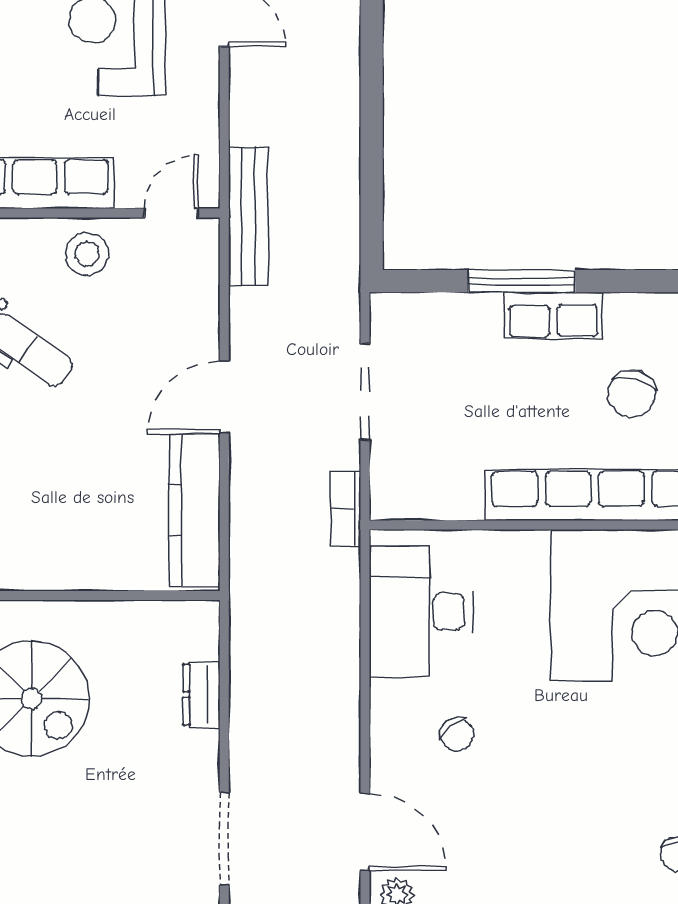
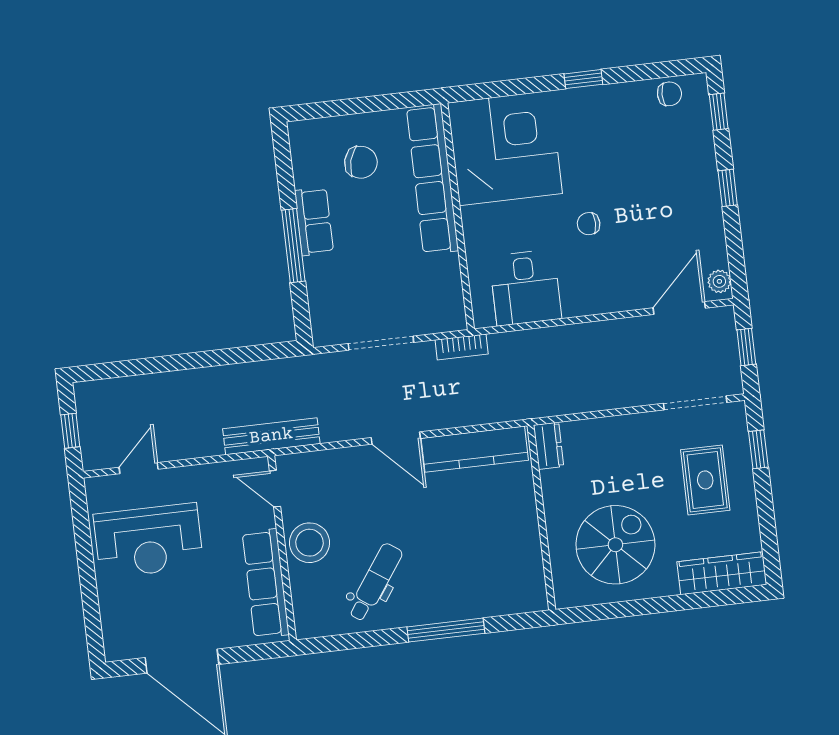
stool: (87, 254) -> (309, 543), width x1.38, depth x1.38
desk: (421, 612) -> (525, 288), width x0.73
dresser: (201, 695) -> (549, 446), moved, turned -90
chair: (457, 734) -> (589, 224), moved, turned -143
rug: (110, 840) -> (705, 480), added

